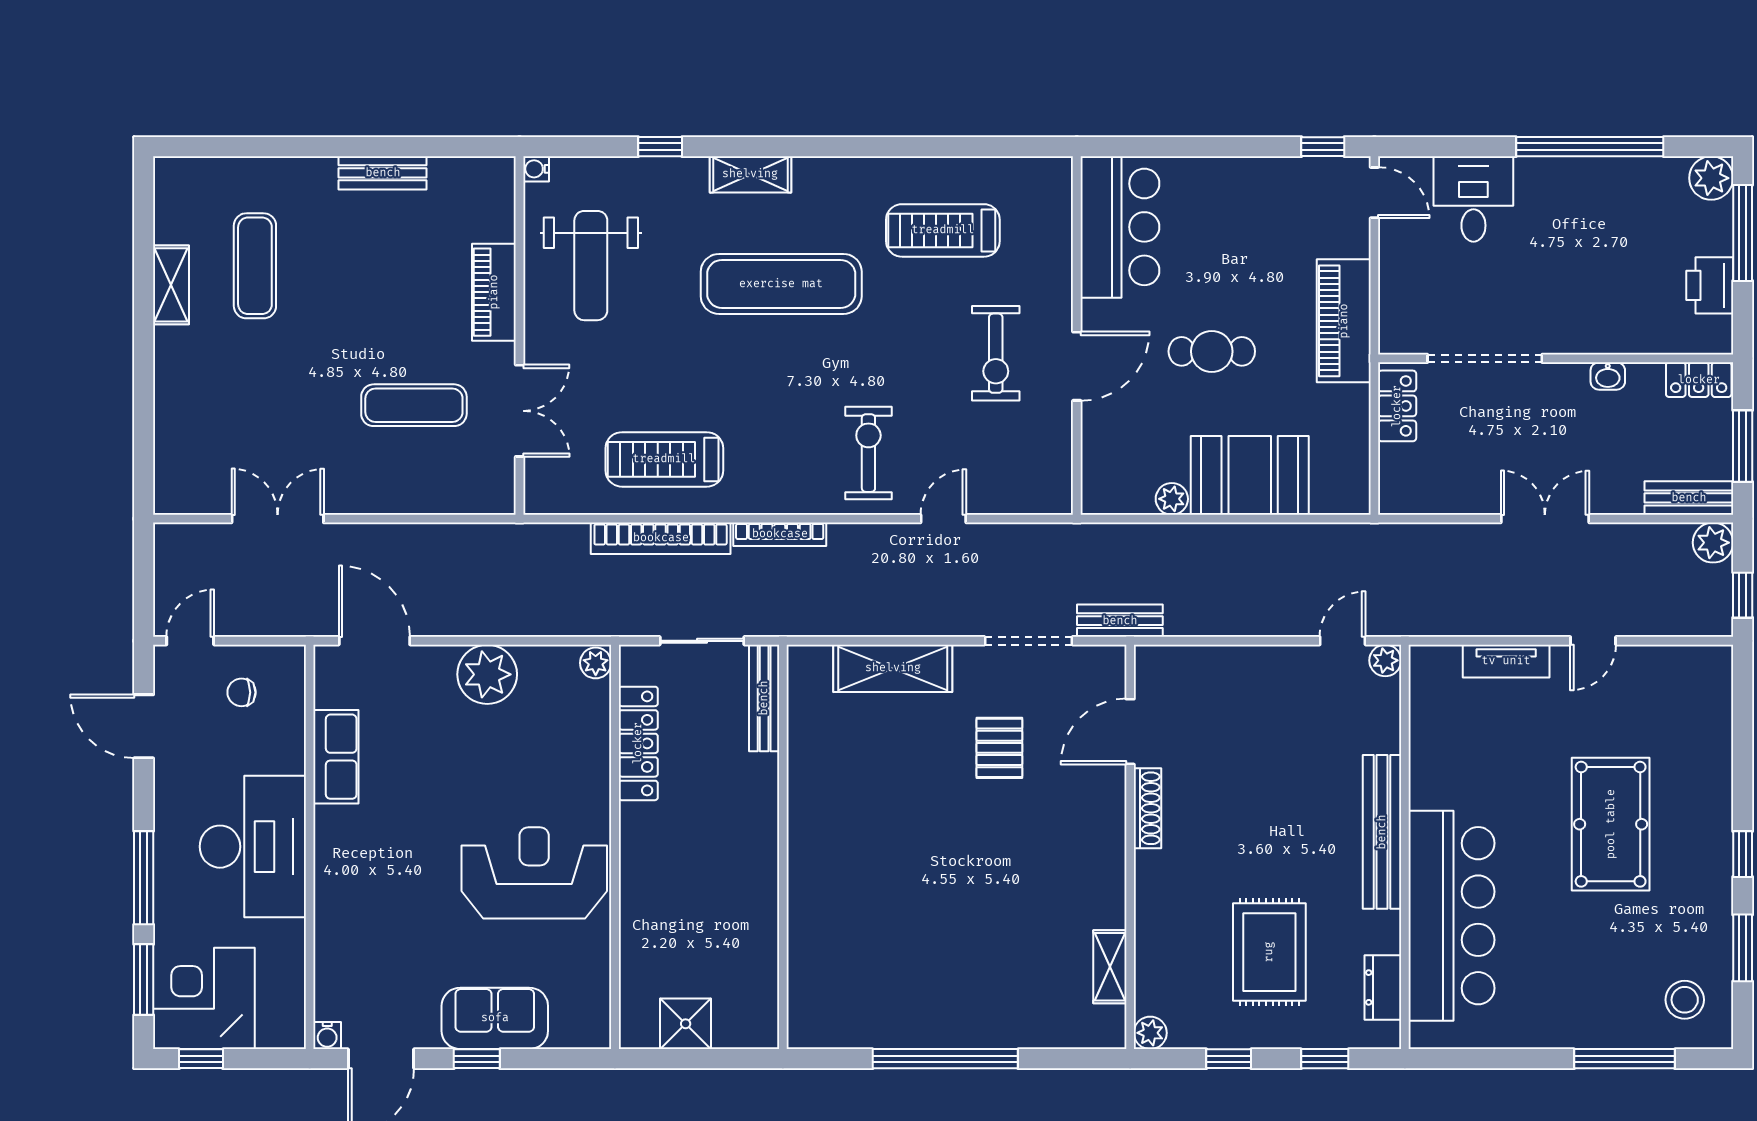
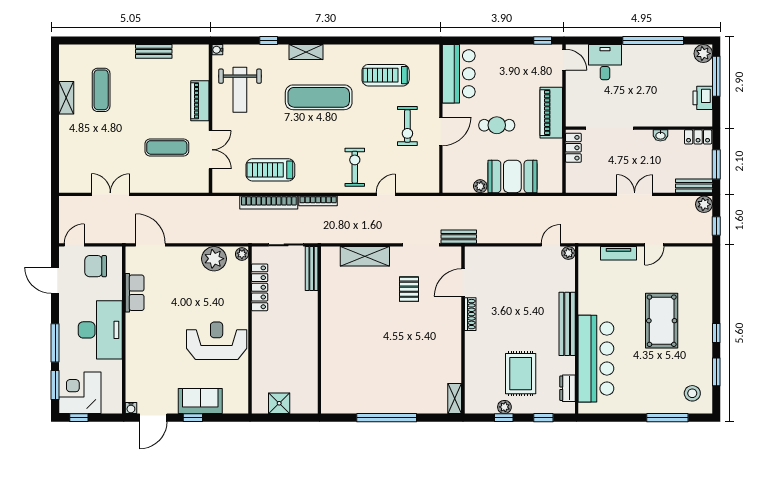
plant: (487, 674) -> (214, 259), moved
chair: (241, 692) -> (96, 266), width x1.87, depth x1.87
shelving: (1110, 967) -> (455, 399), moved
plant: (1150, 1033) -> (504, 407), moved

